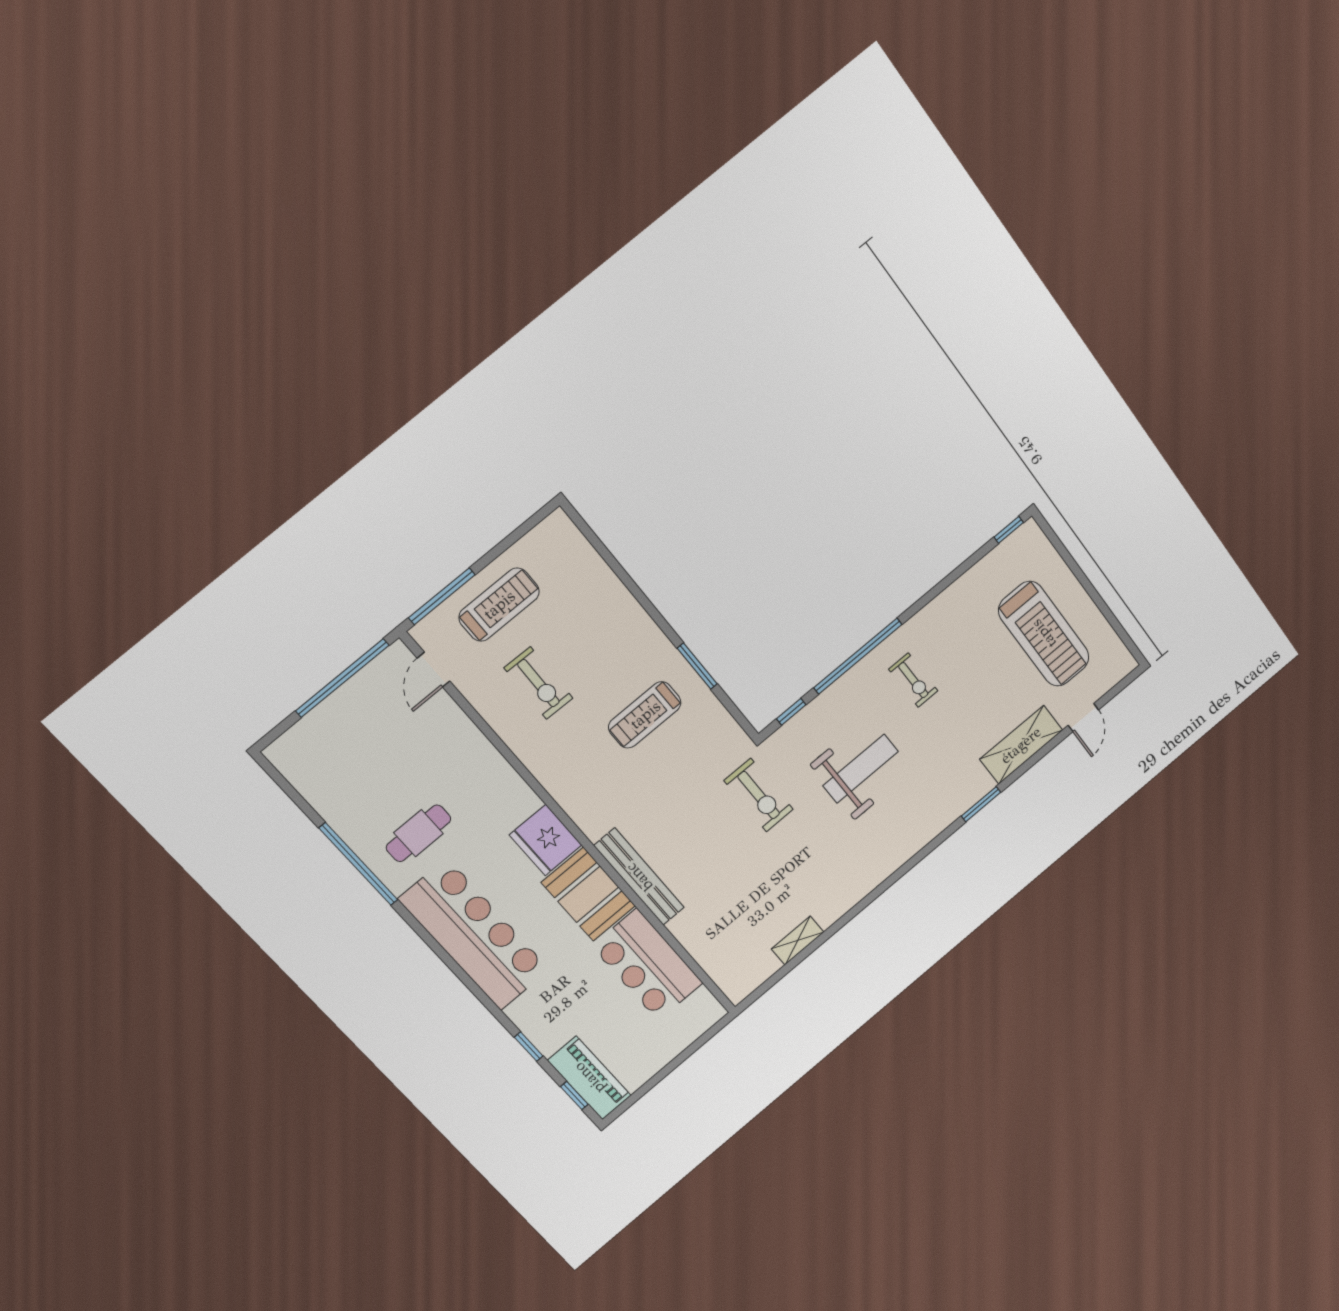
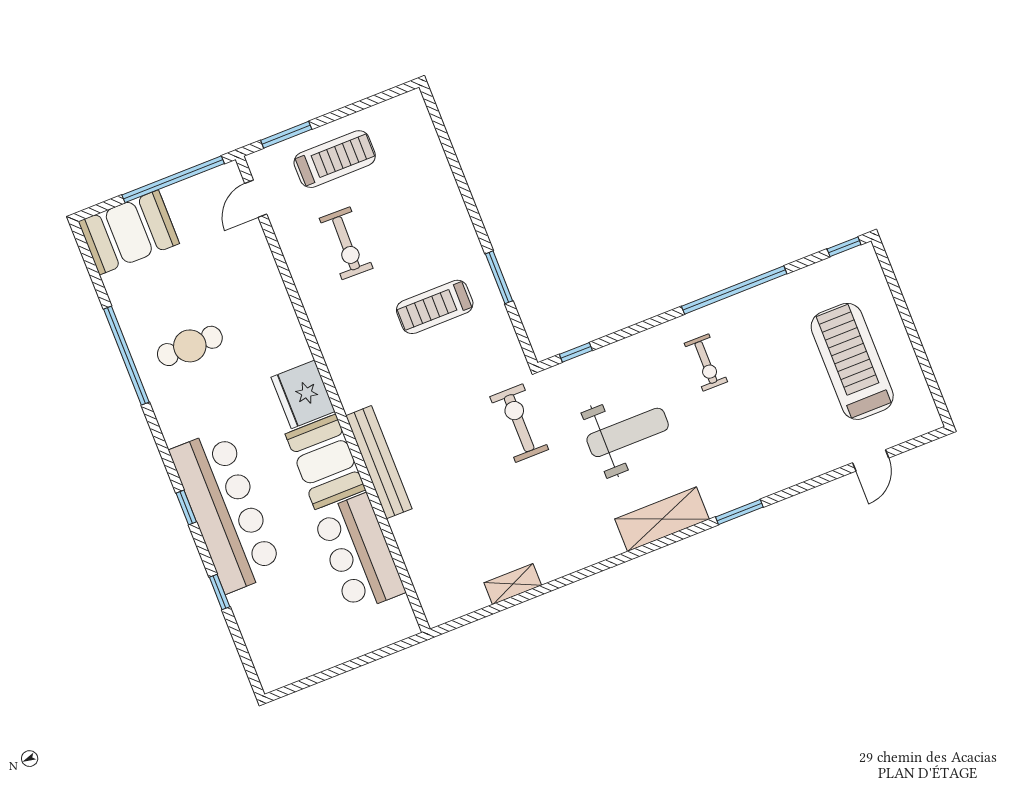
window: (442, 596) -> (286, 135), width x0.69
treadmill: (1044, 634) -> (852, 361), turned 180
window: (858, 656) -> (734, 290), moved
booth: (316, 745) -> (129, 232), added
shelving: (1021, 745) -> (662, 519), moved
exercise bike: (759, 795) -> (519, 423), turned 180
bar counter: (474, 935) -> (226, 511), moved
piano: (589, 1078) -> (266, 647), removed
window: (574, 1096) -> (186, 507), moved

